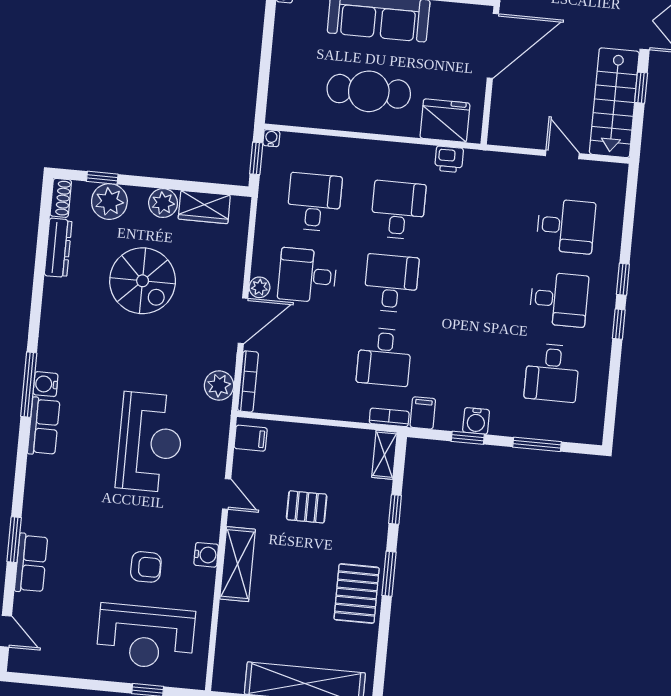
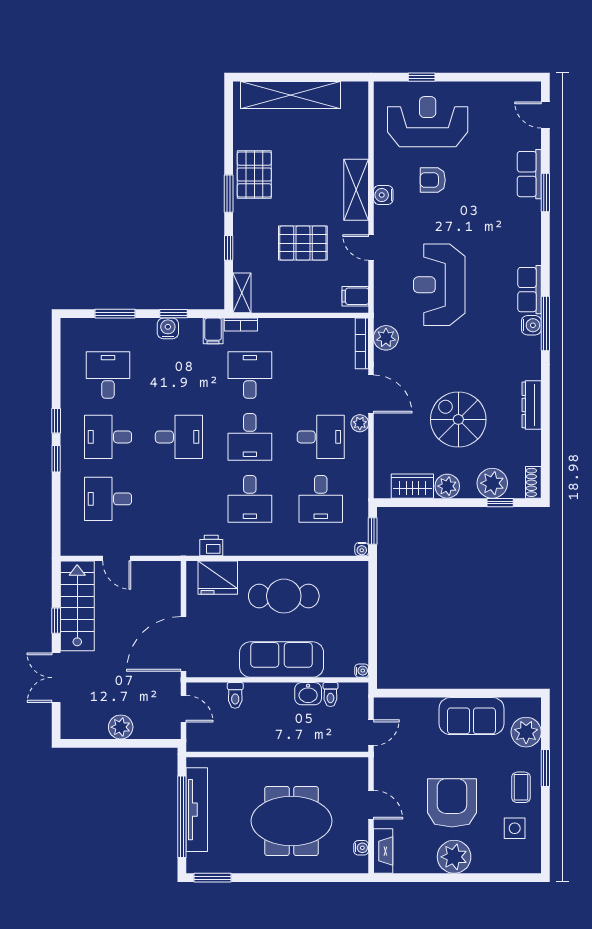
dresser: (58, 248) -> (532, 405), moved
desk: (475, 291) -> (179, 437), added
door: (243, 321) -> (371, 394), swing flipped
pallet: (307, 507) -> (303, 243), width x1.50, depth x1.42

